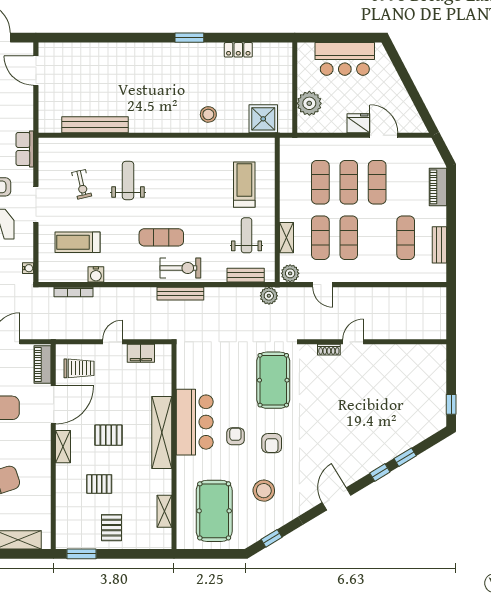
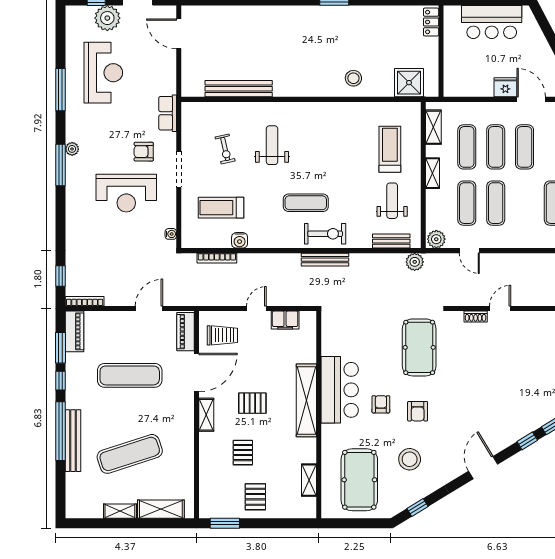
locker: (238, 50) -> (431, 22), moved, turned 90
plant: (309, 103) -> (456, 67), removed
shelving: (287, 163) -> (433, 127), added
shelving: (286, 238) -> (433, 173), moved
pallet: (99, 484) -> (243, 453), turned 90

